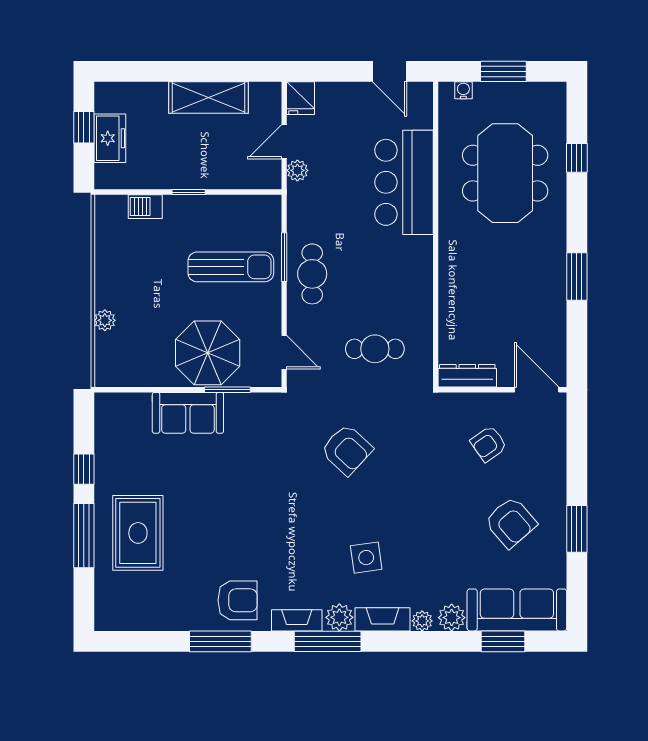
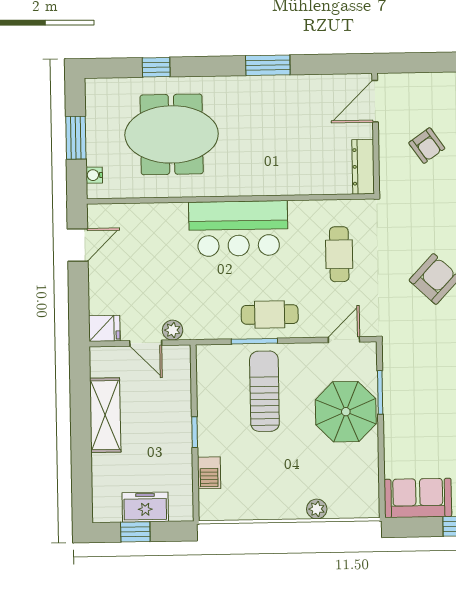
bar counter: (404, 182) -> (238, 229), moved
sofa: (188, 413) -> (418, 498), moved, turned -90

